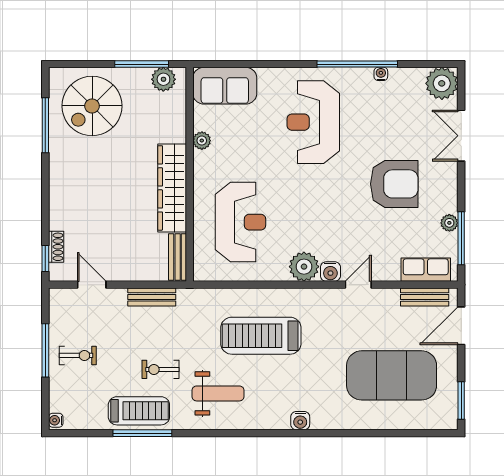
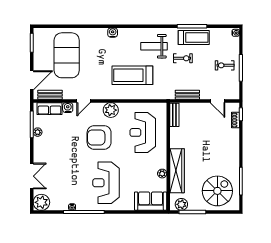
reception desk: (313, 122) -> (106, 183), turned 180
armchair: (394, 184) -> (99, 137), moved
wardrobe: (172, 188) -> (177, 171), moved
water cooler: (330, 272) -> (68, 108), moved
treadmill: (261, 336) -> (132, 75), turned 180
exercise mat: (392, 375) -> (67, 55), turned 90
treadmill: (139, 411) -> (194, 38), turned 180

